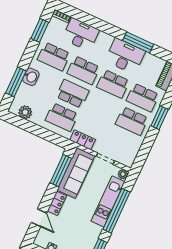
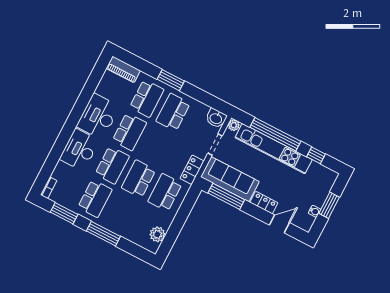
desk: (81, 34) -> (79, 150), moved
window: (138, 42) -> (83, 101), removed
washbasin: (31, 77) -> (216, 118), moved, turned 180
window: (16, 82) -> (103, 234), moved
school desk: (62, 117) -> (165, 193), turned 180
school desk: (132, 121) -> (173, 112), turned 180
kitchen unit: (108, 201) -> (274, 149), width x1.36

